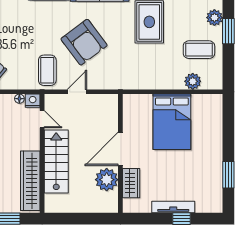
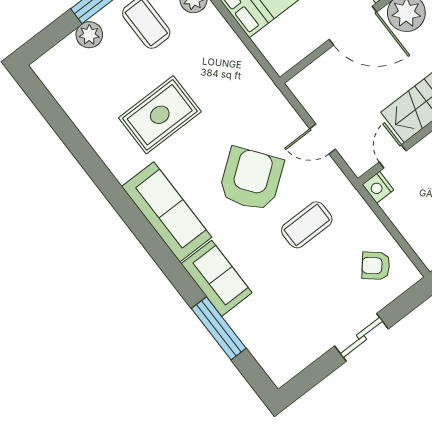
coffee table: (47, 70) -> (307, 225), moved
floor lamp: (19, 99) -> (389, 206), removed

